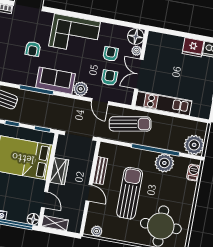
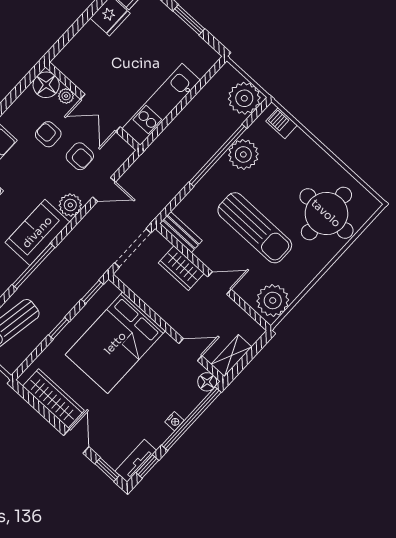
armchair: (109, 78) -> (80, 156), turned 180
sun lounger: (130, 124) -> (161, 168), removed
wardrobe: (59, 171) -> (181, 268), moved, turned 180
bench: (100, 171) -> (181, 232), moved
sun lounger: (130, 193) -> (255, 228), turned 180
plant: (97, 231) -> (273, 300), width x1.87, depth x1.87

